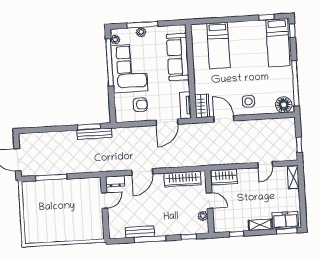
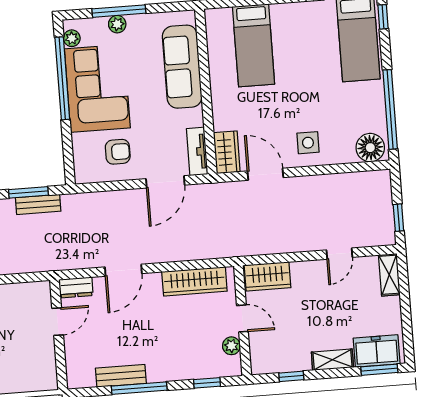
bench: (95, 134) -> (38, 204), width x0.73

